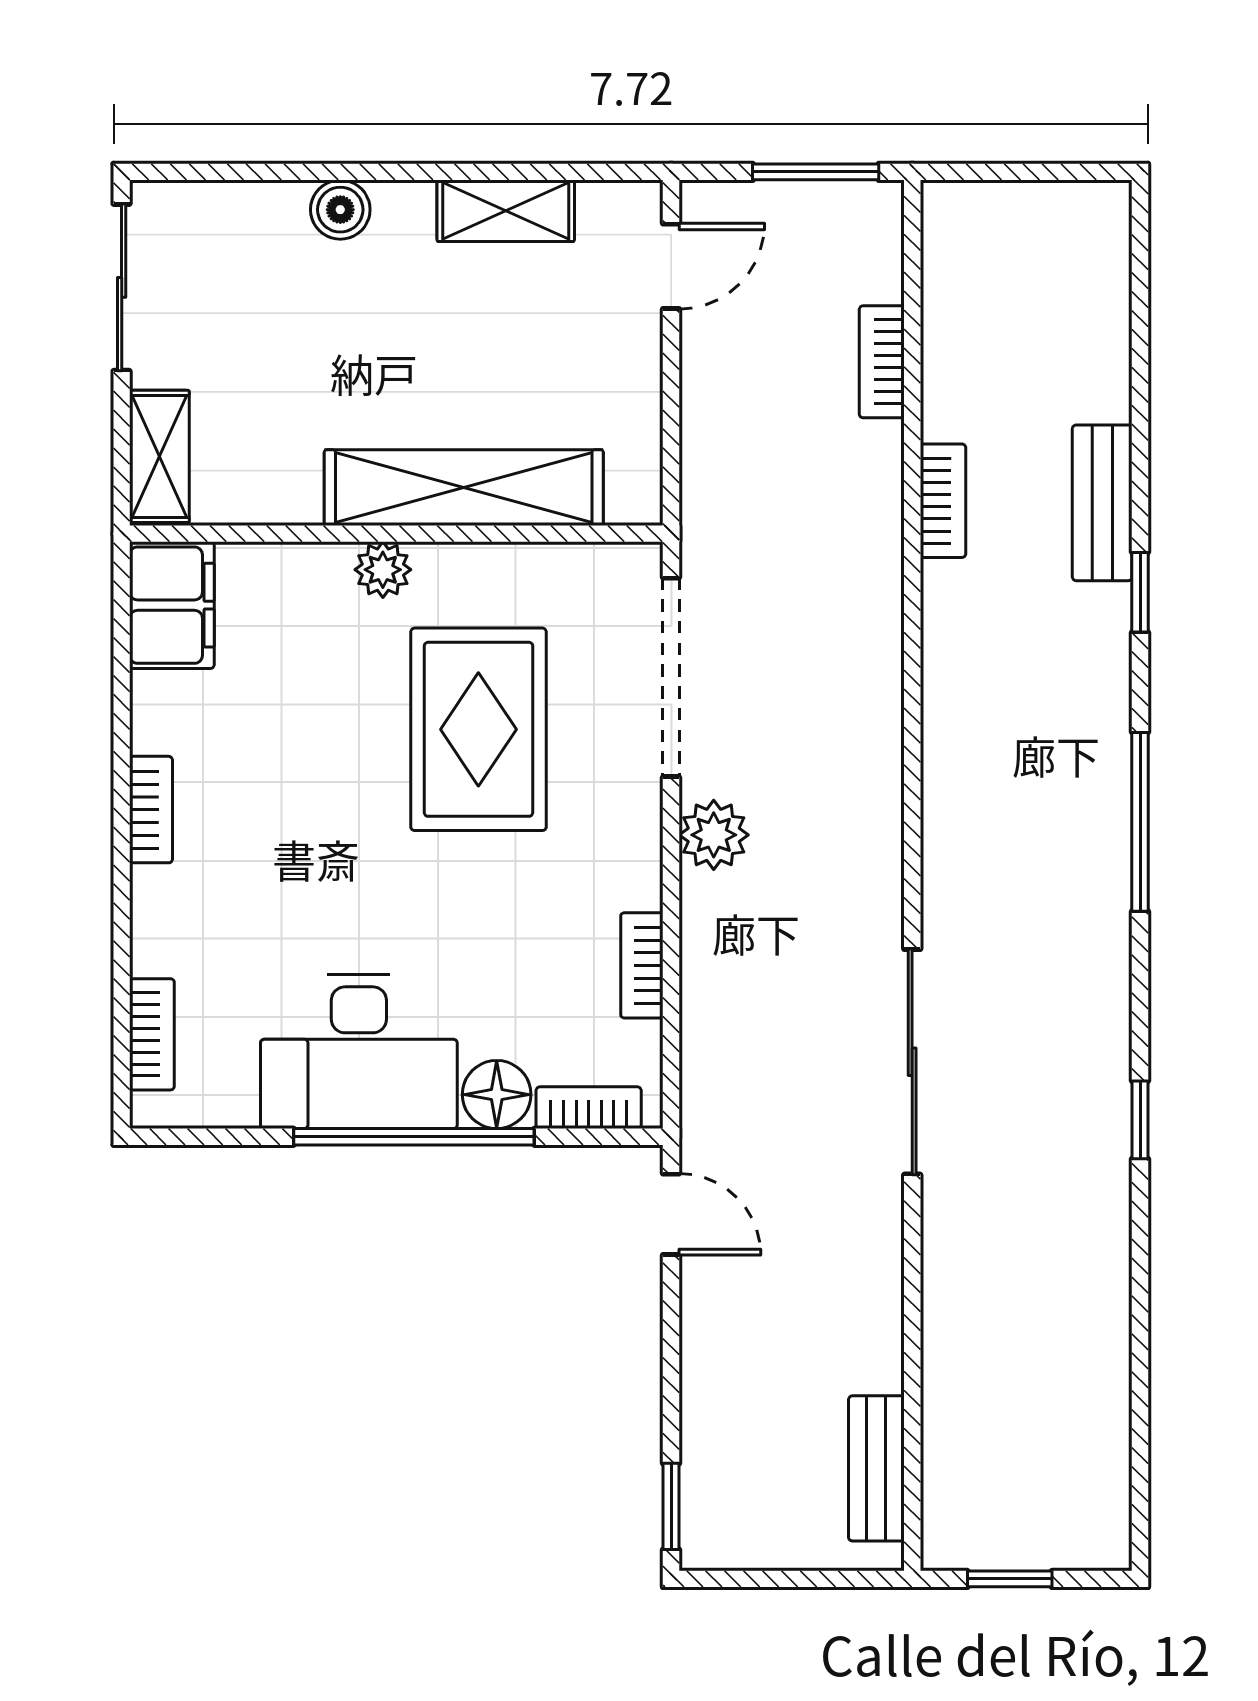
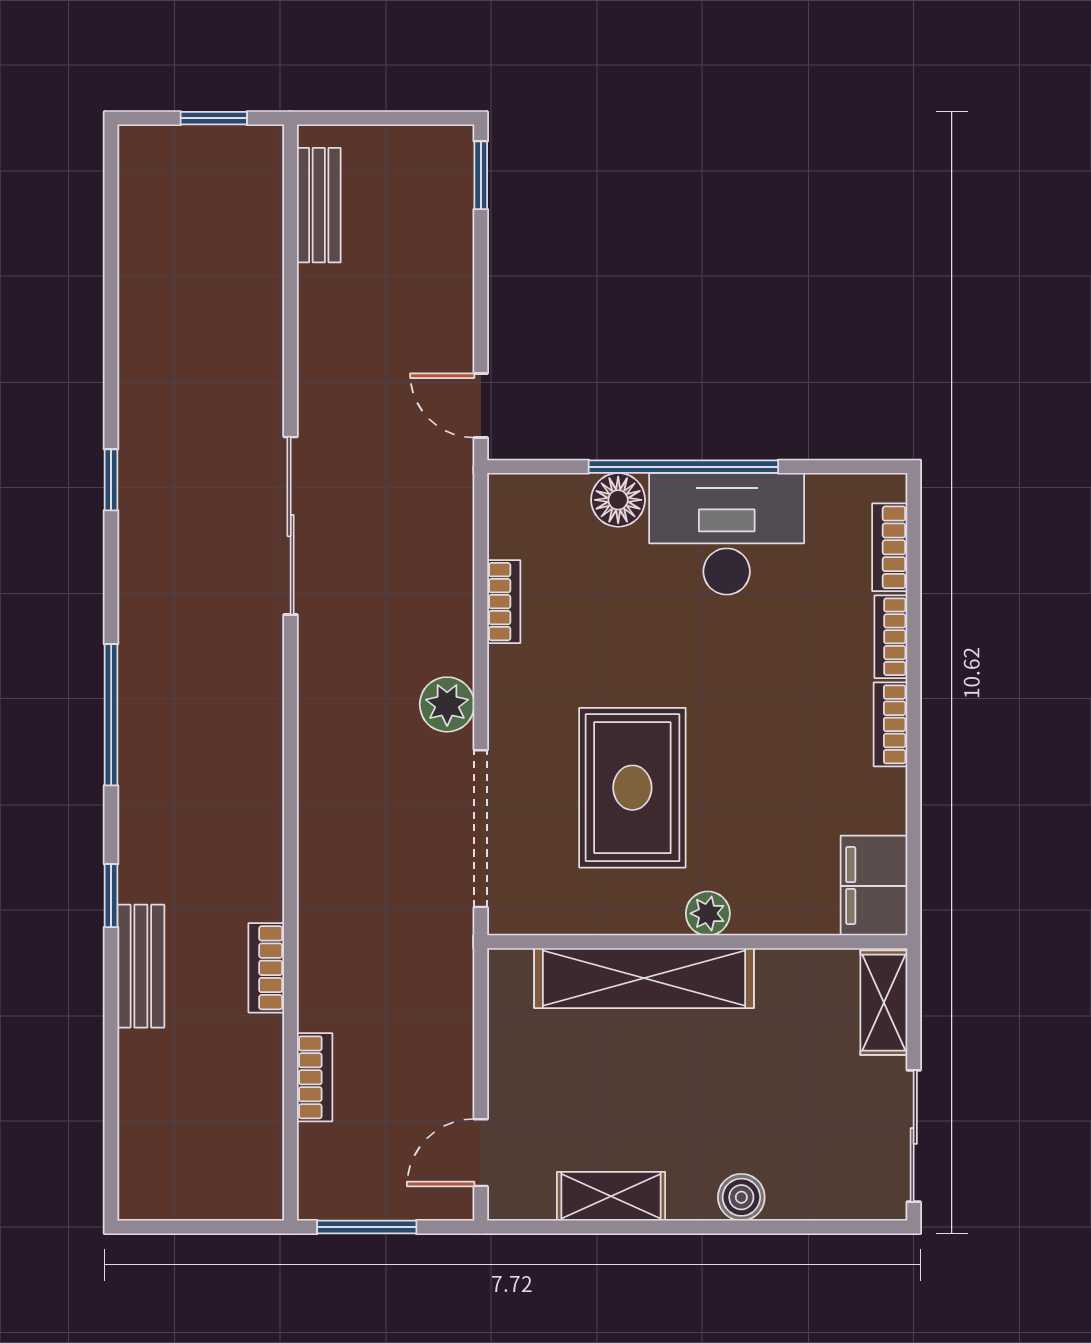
bookcase: (589, 1108) -> (891, 637), moved, turned 90

